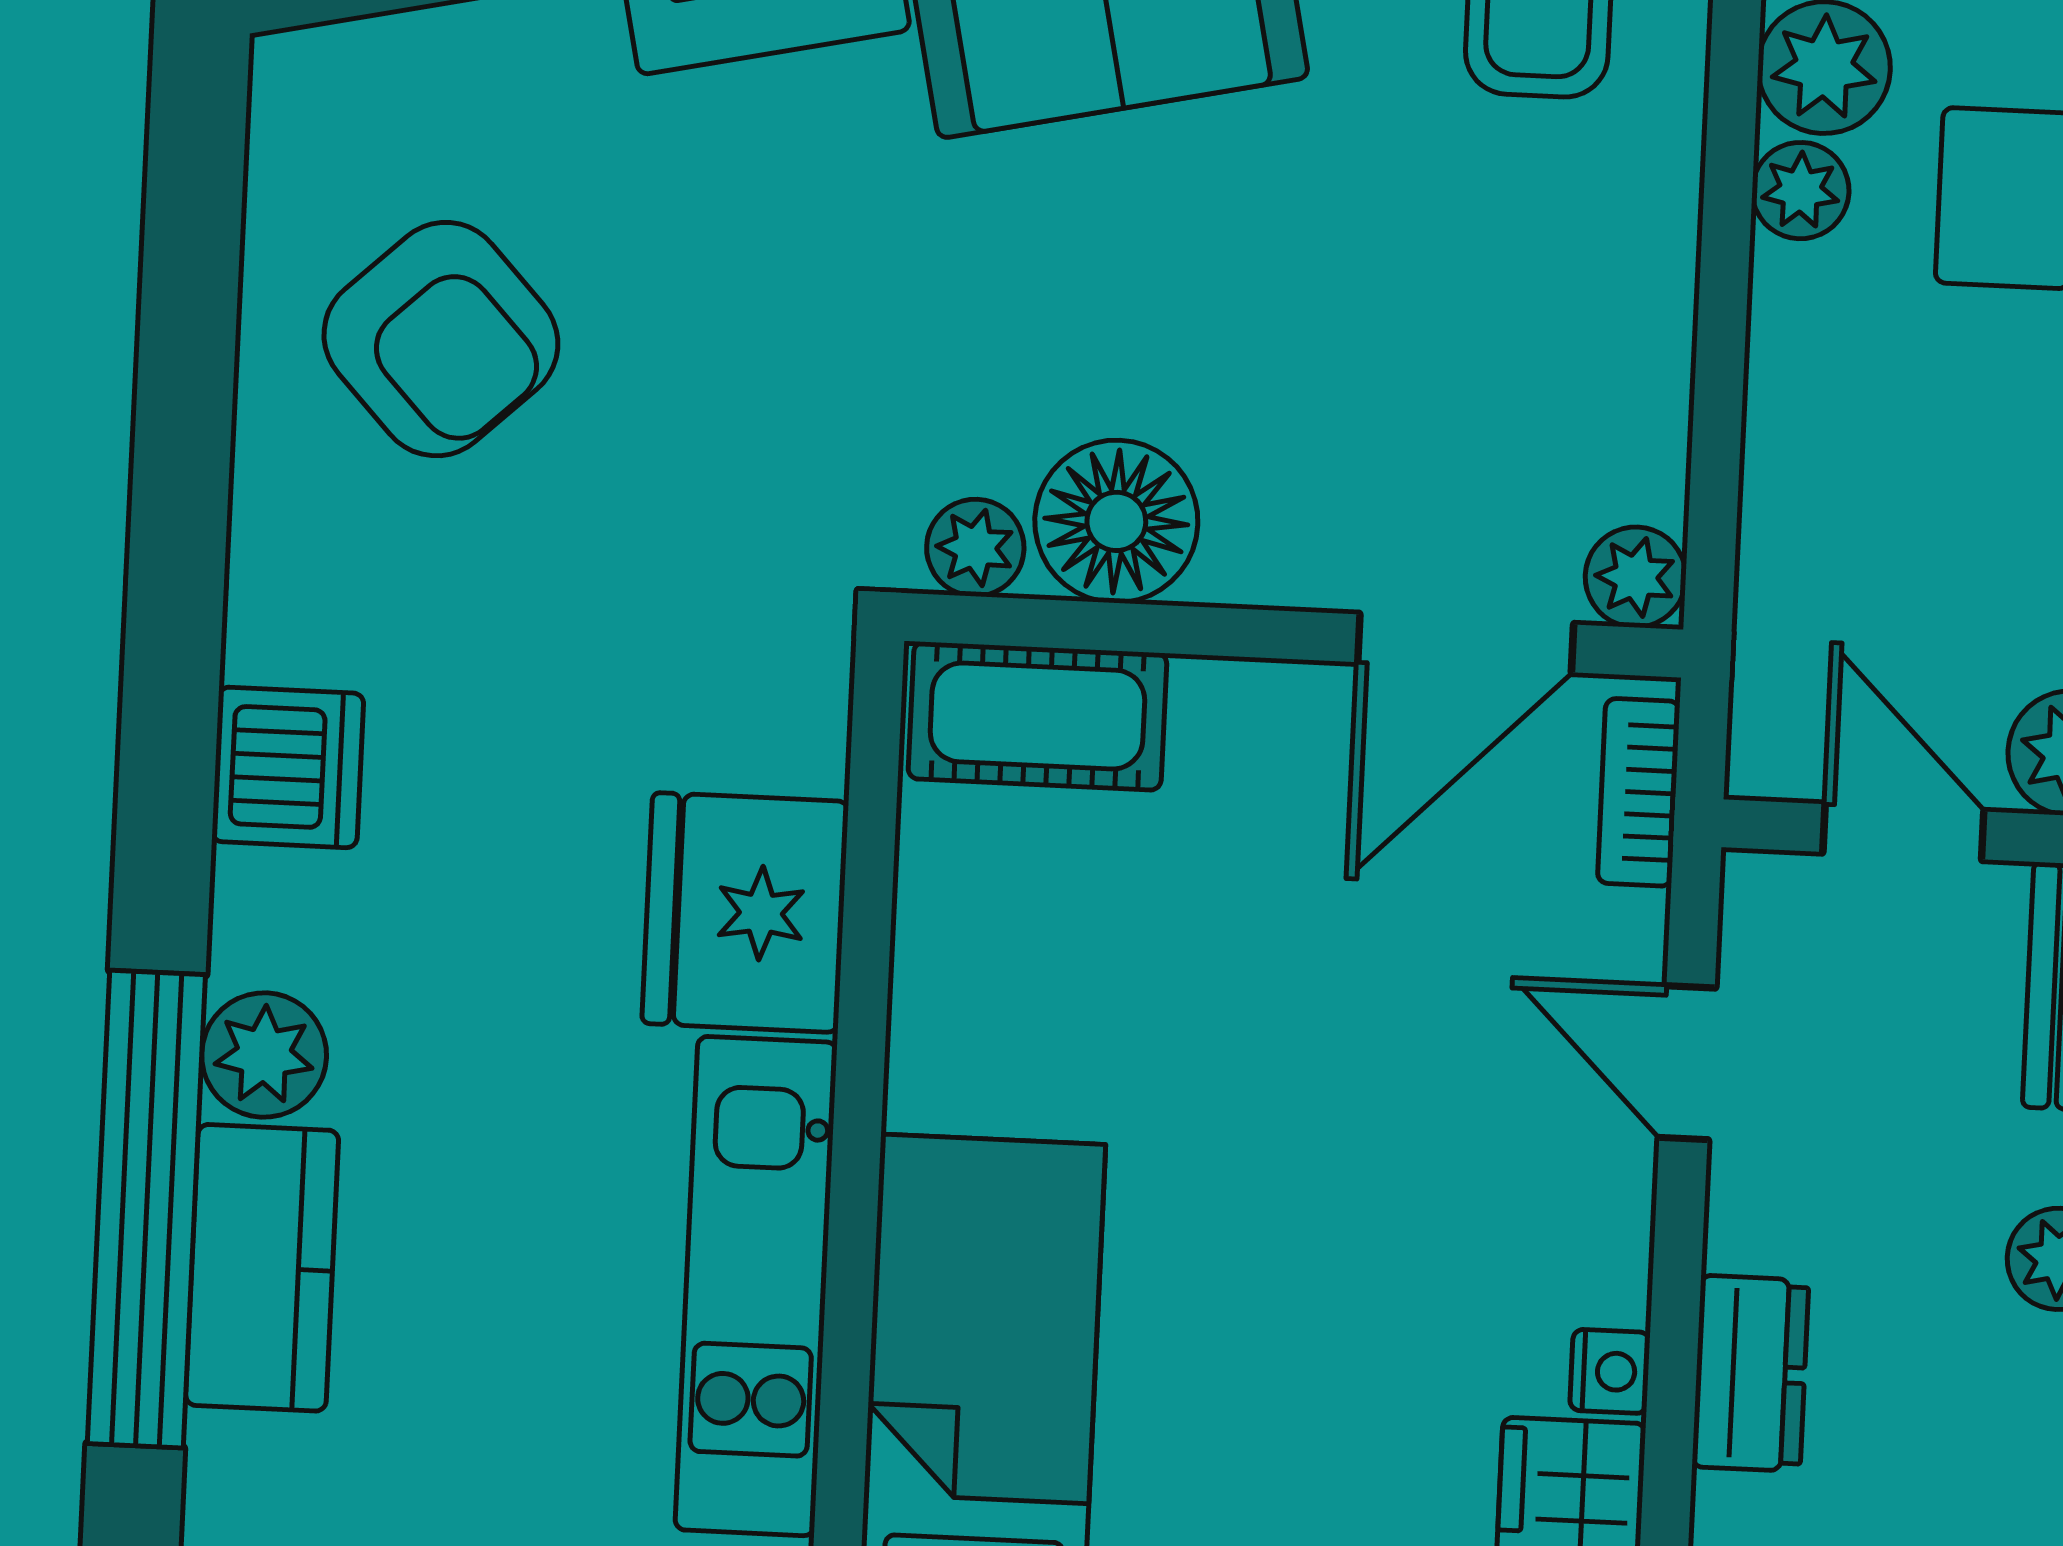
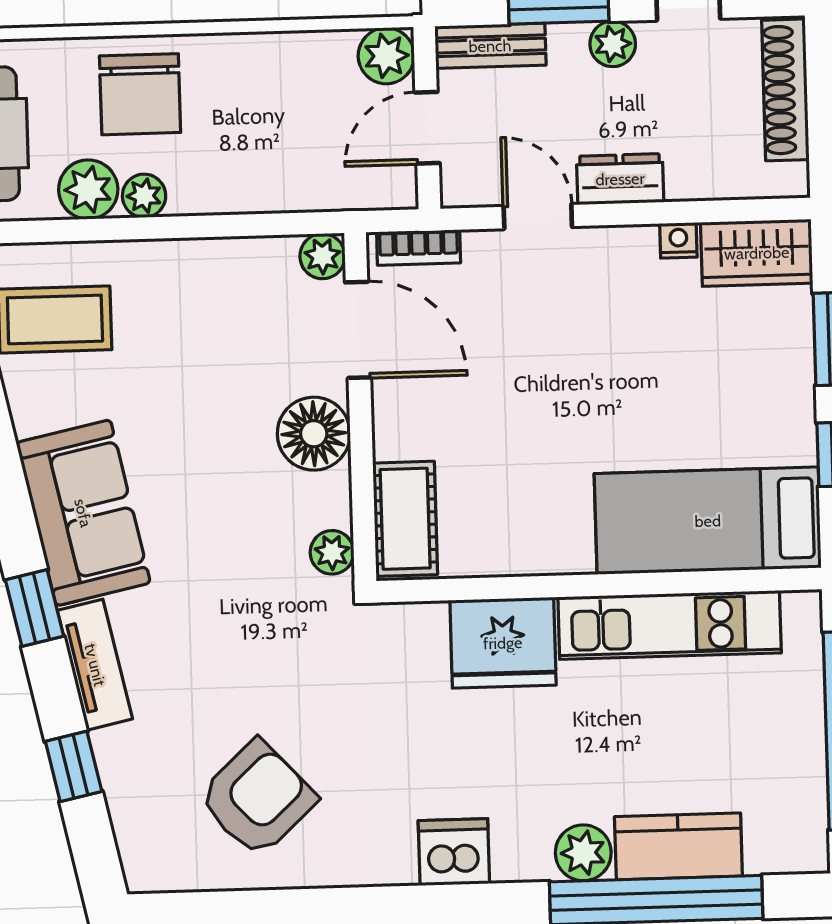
floor lamp: (1116, 521) -> (314, 434), moved
door: (1687, 1063) -> (538, 217), swing flipped
dresser: (1750, 1373) -> (620, 179), moved

